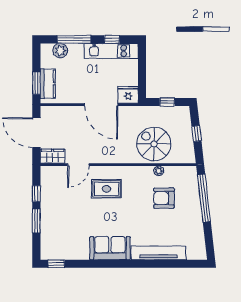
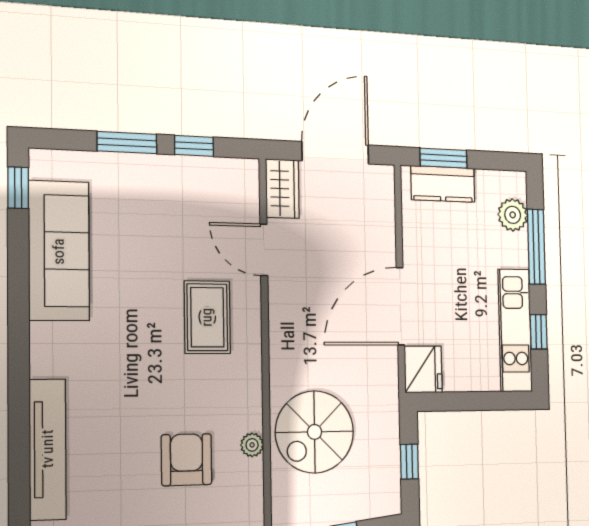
spiral stairs: (154, 144) -> (315, 432), turned 180
sofa: (110, 248) -> (59, 251), moved, width x1.36

